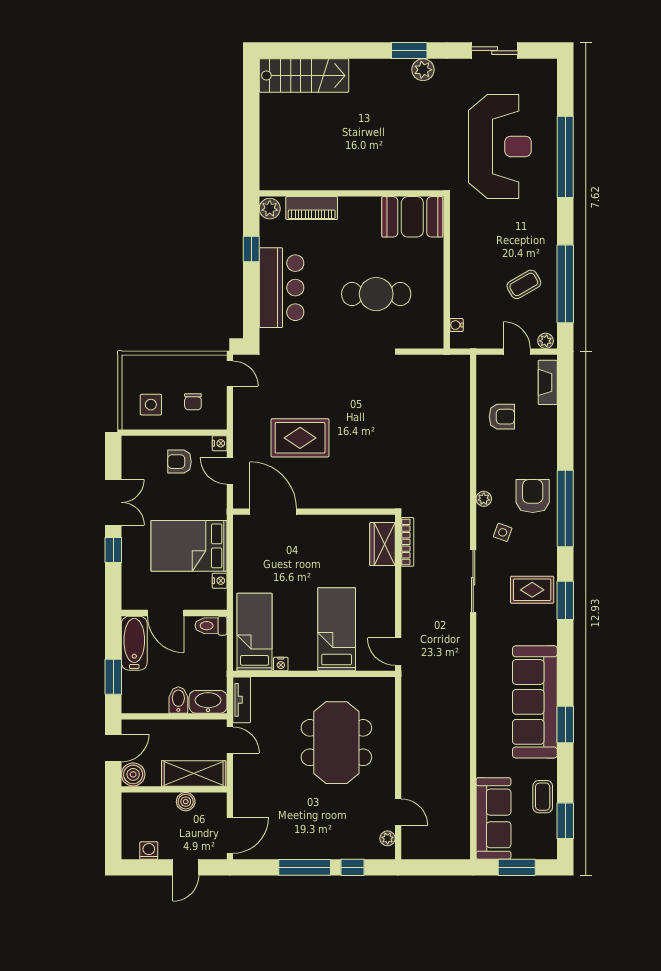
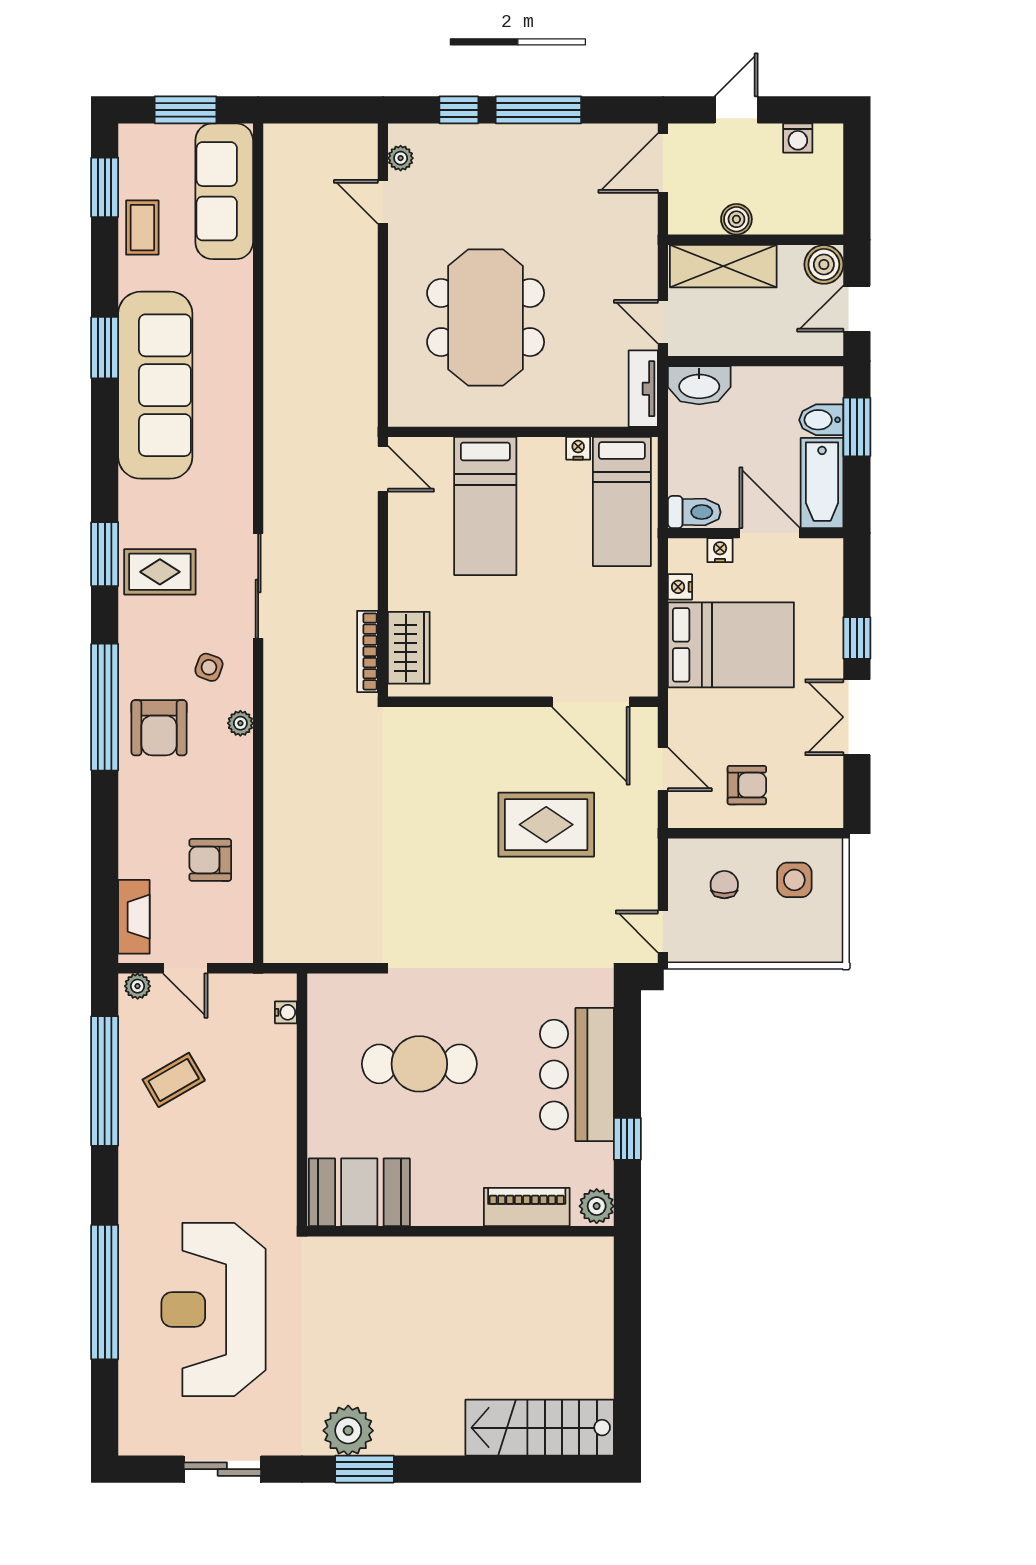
plant: (423, 70) -> (348, 1431), width x1.36, depth x1.36
nightstand: (220, 443) -> (720, 550), moved, turned 90
bidet: (178, 700) -> (821, 420), moved, turned 90

